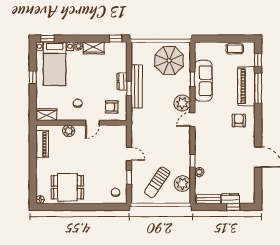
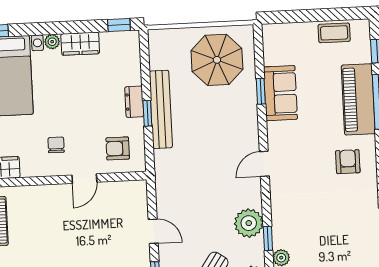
sofa: (203, 81) -> (280, 93), width x0.73
plant: (182, 103) -> (249, 223), moved
plant: (69, 131) -> (42, 195), removed

